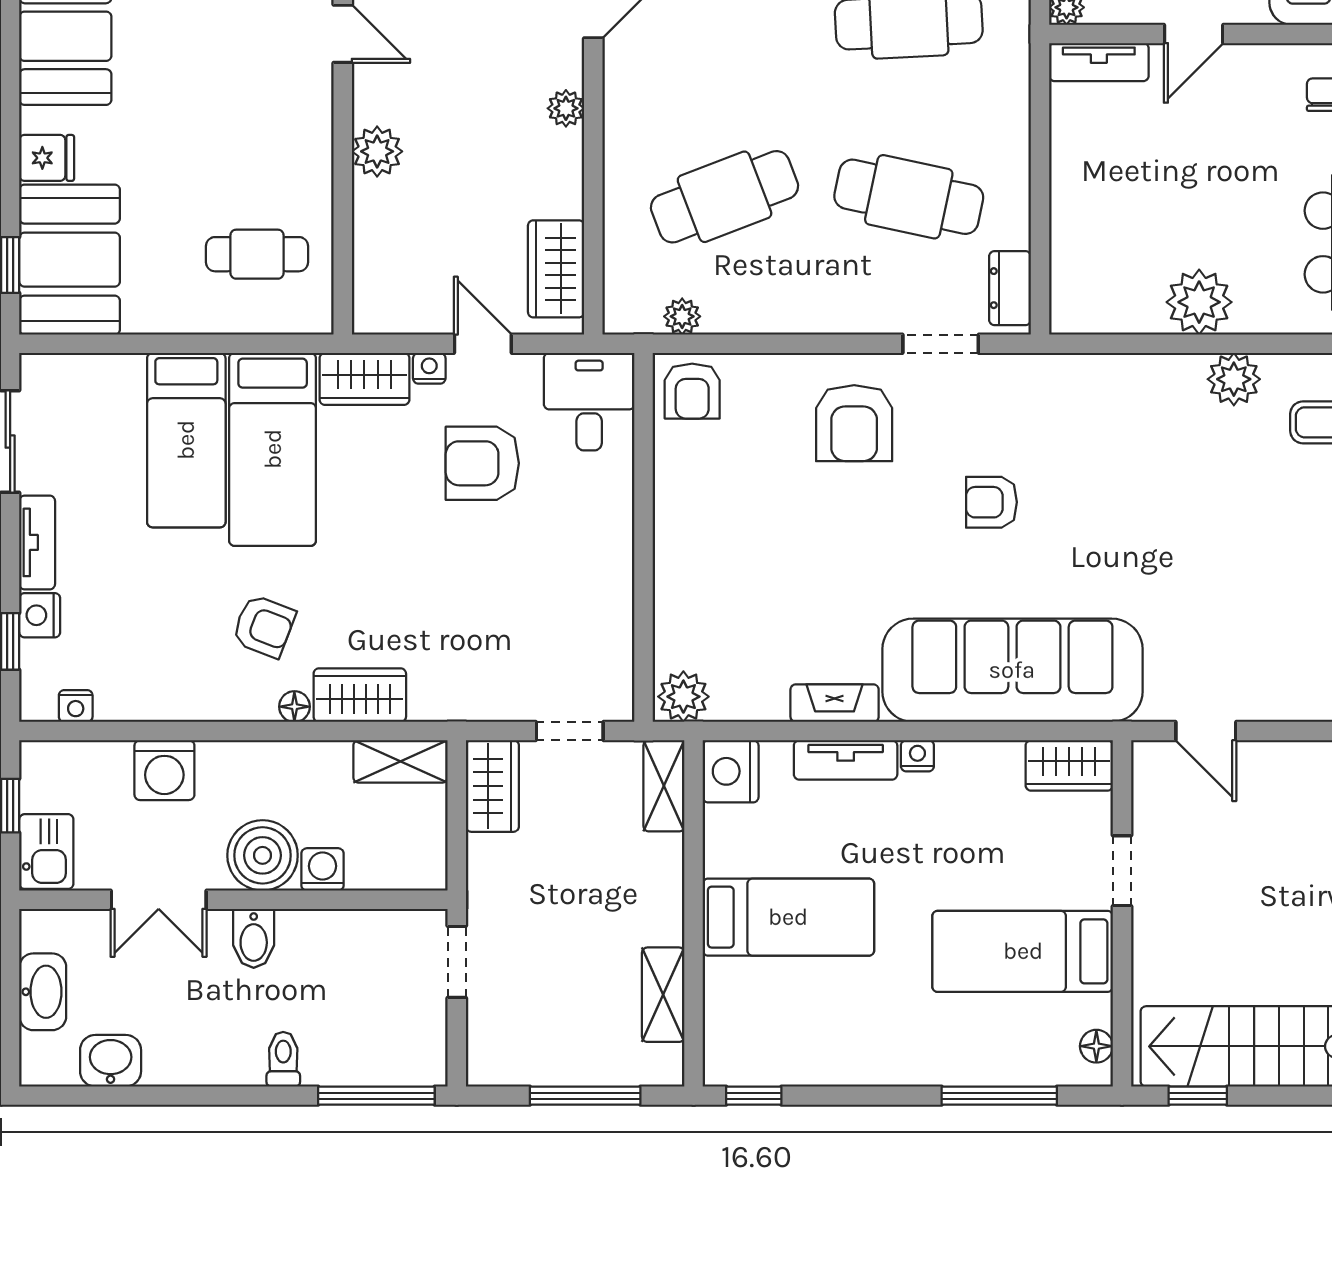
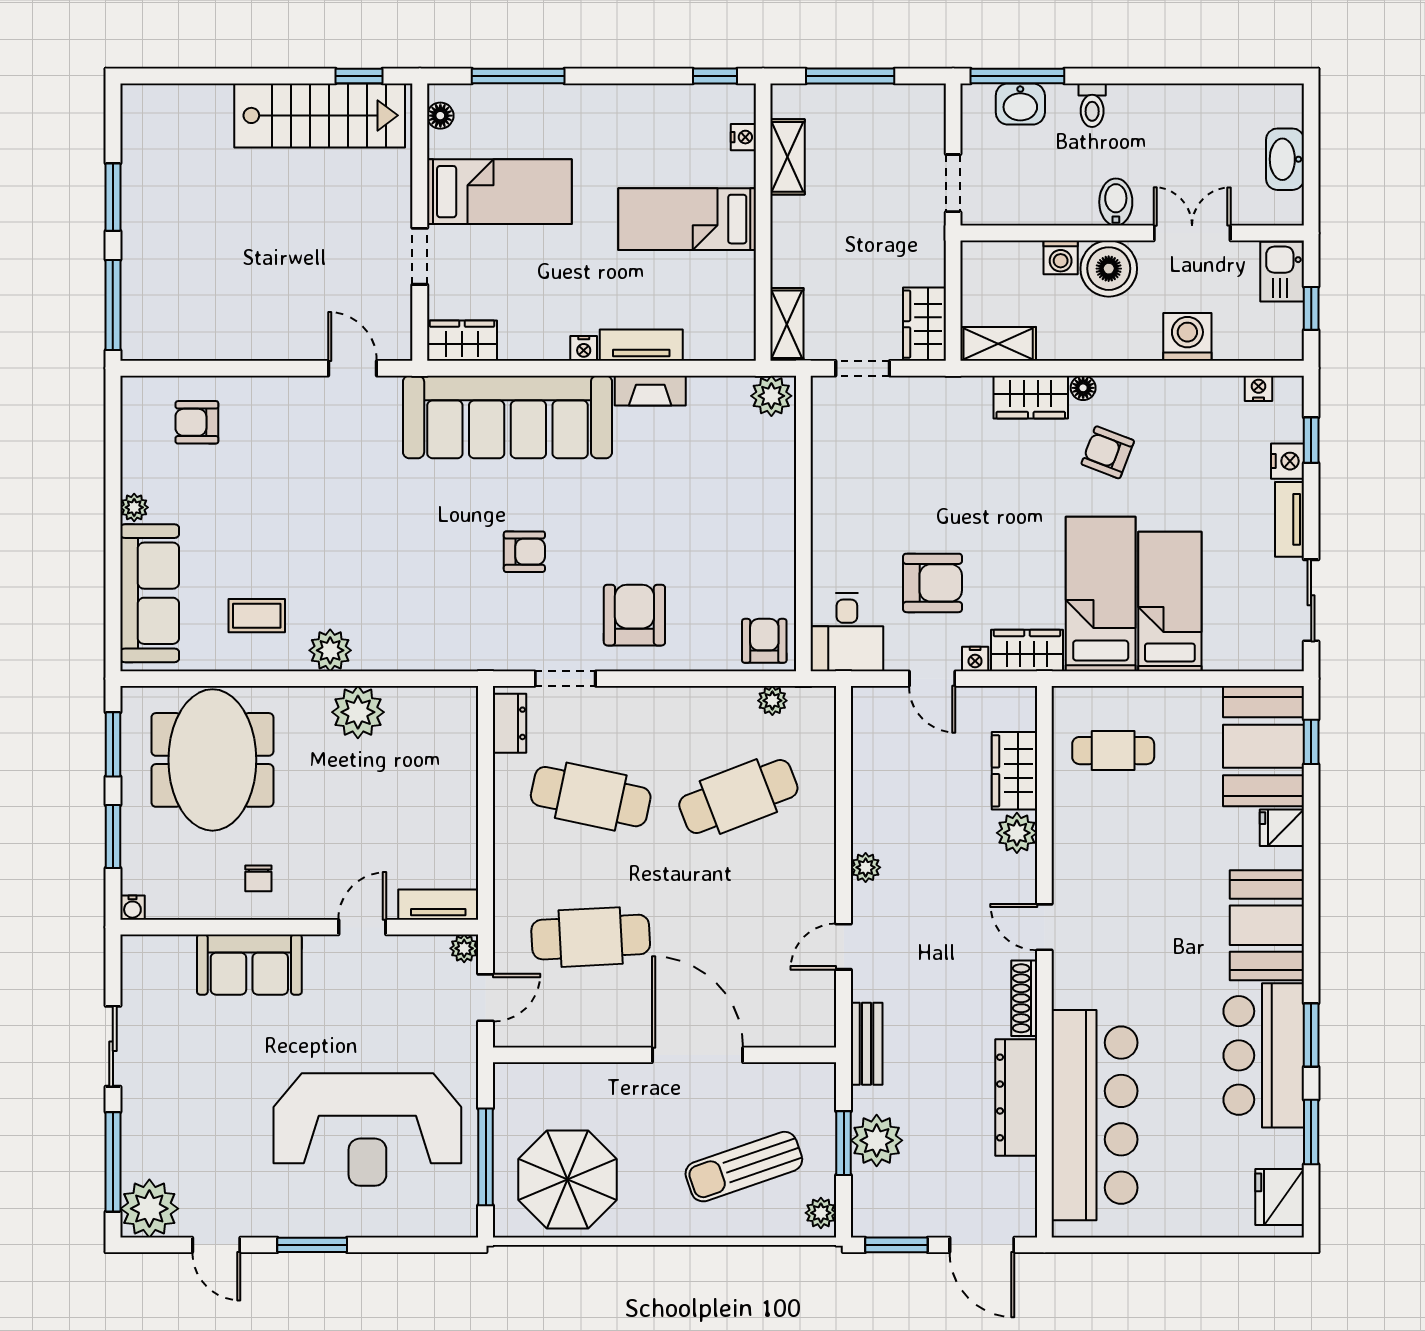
wardrobe: (556, 269) -> (1015, 771), moved, turned 180
nightstand: (731, 771) -> (743, 137), moved, width x0.53, depth x0.56
washbasin: (111, 1061) -> (1020, 104), moved

